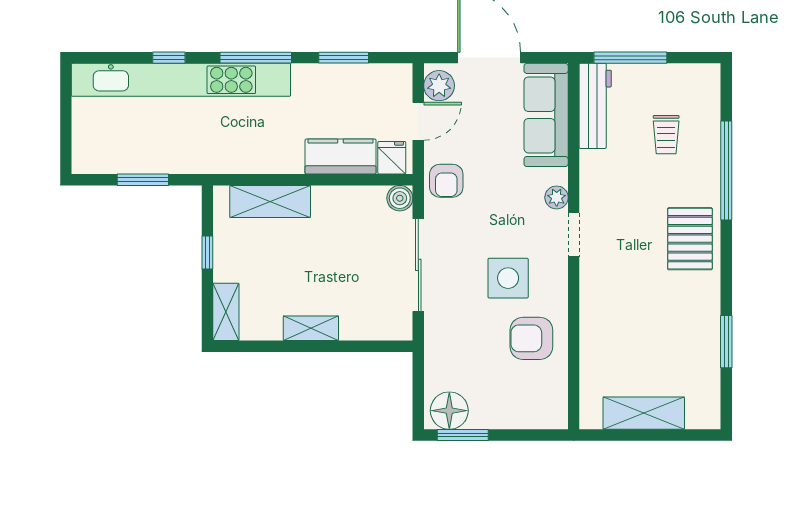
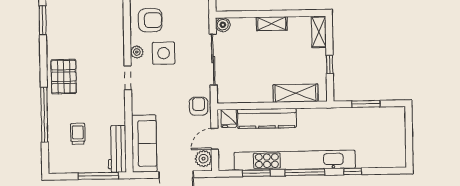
kitchen unit: (181, 80) -> (295, 160), moved
kitchen counter: (341, 157) -> (267, 118), width x1.50
plant: (557, 197) -> (137, 52), moved
boiler: (400, 198) -> (223, 25), moved

